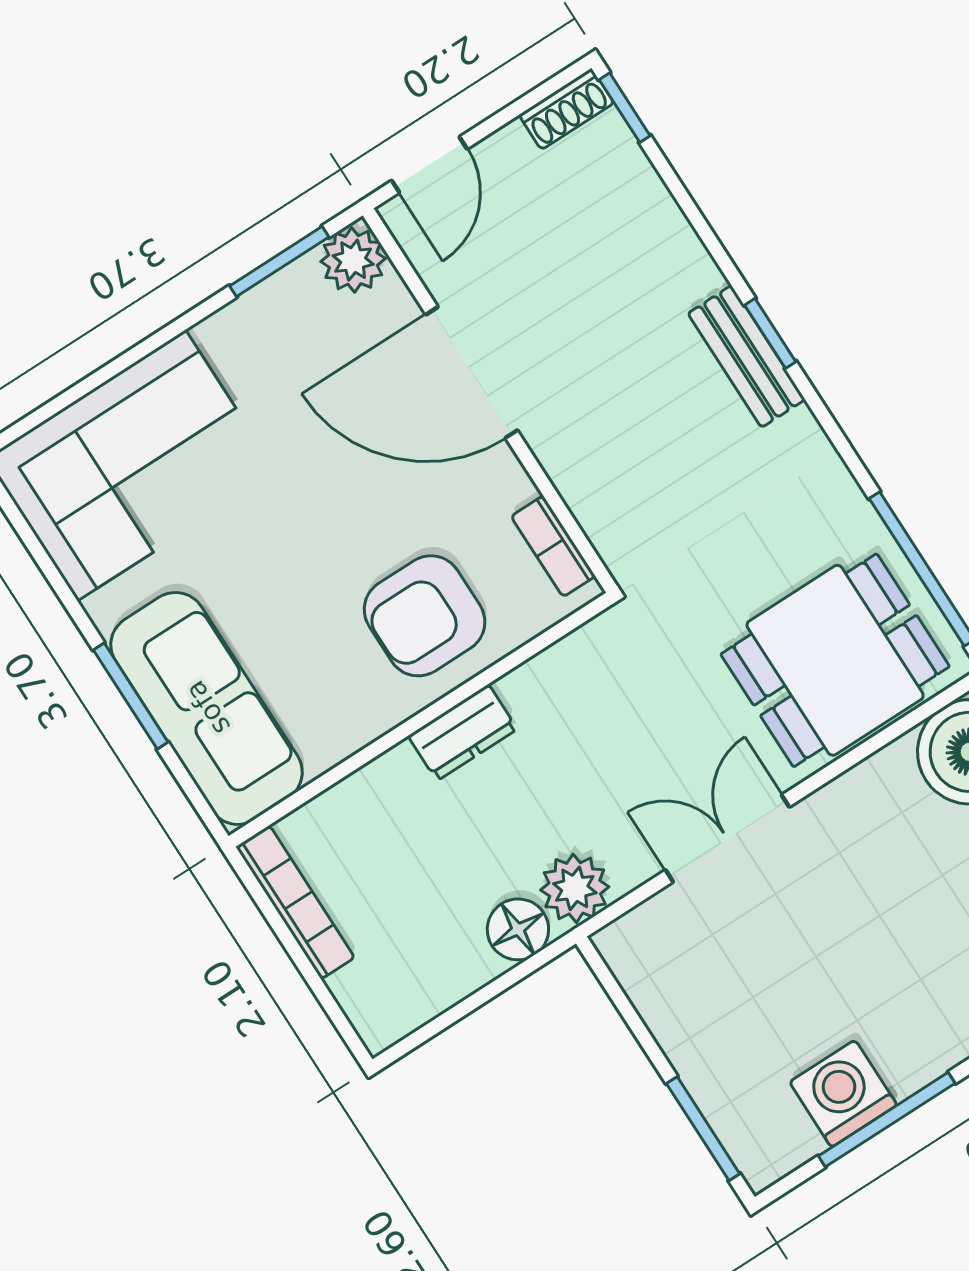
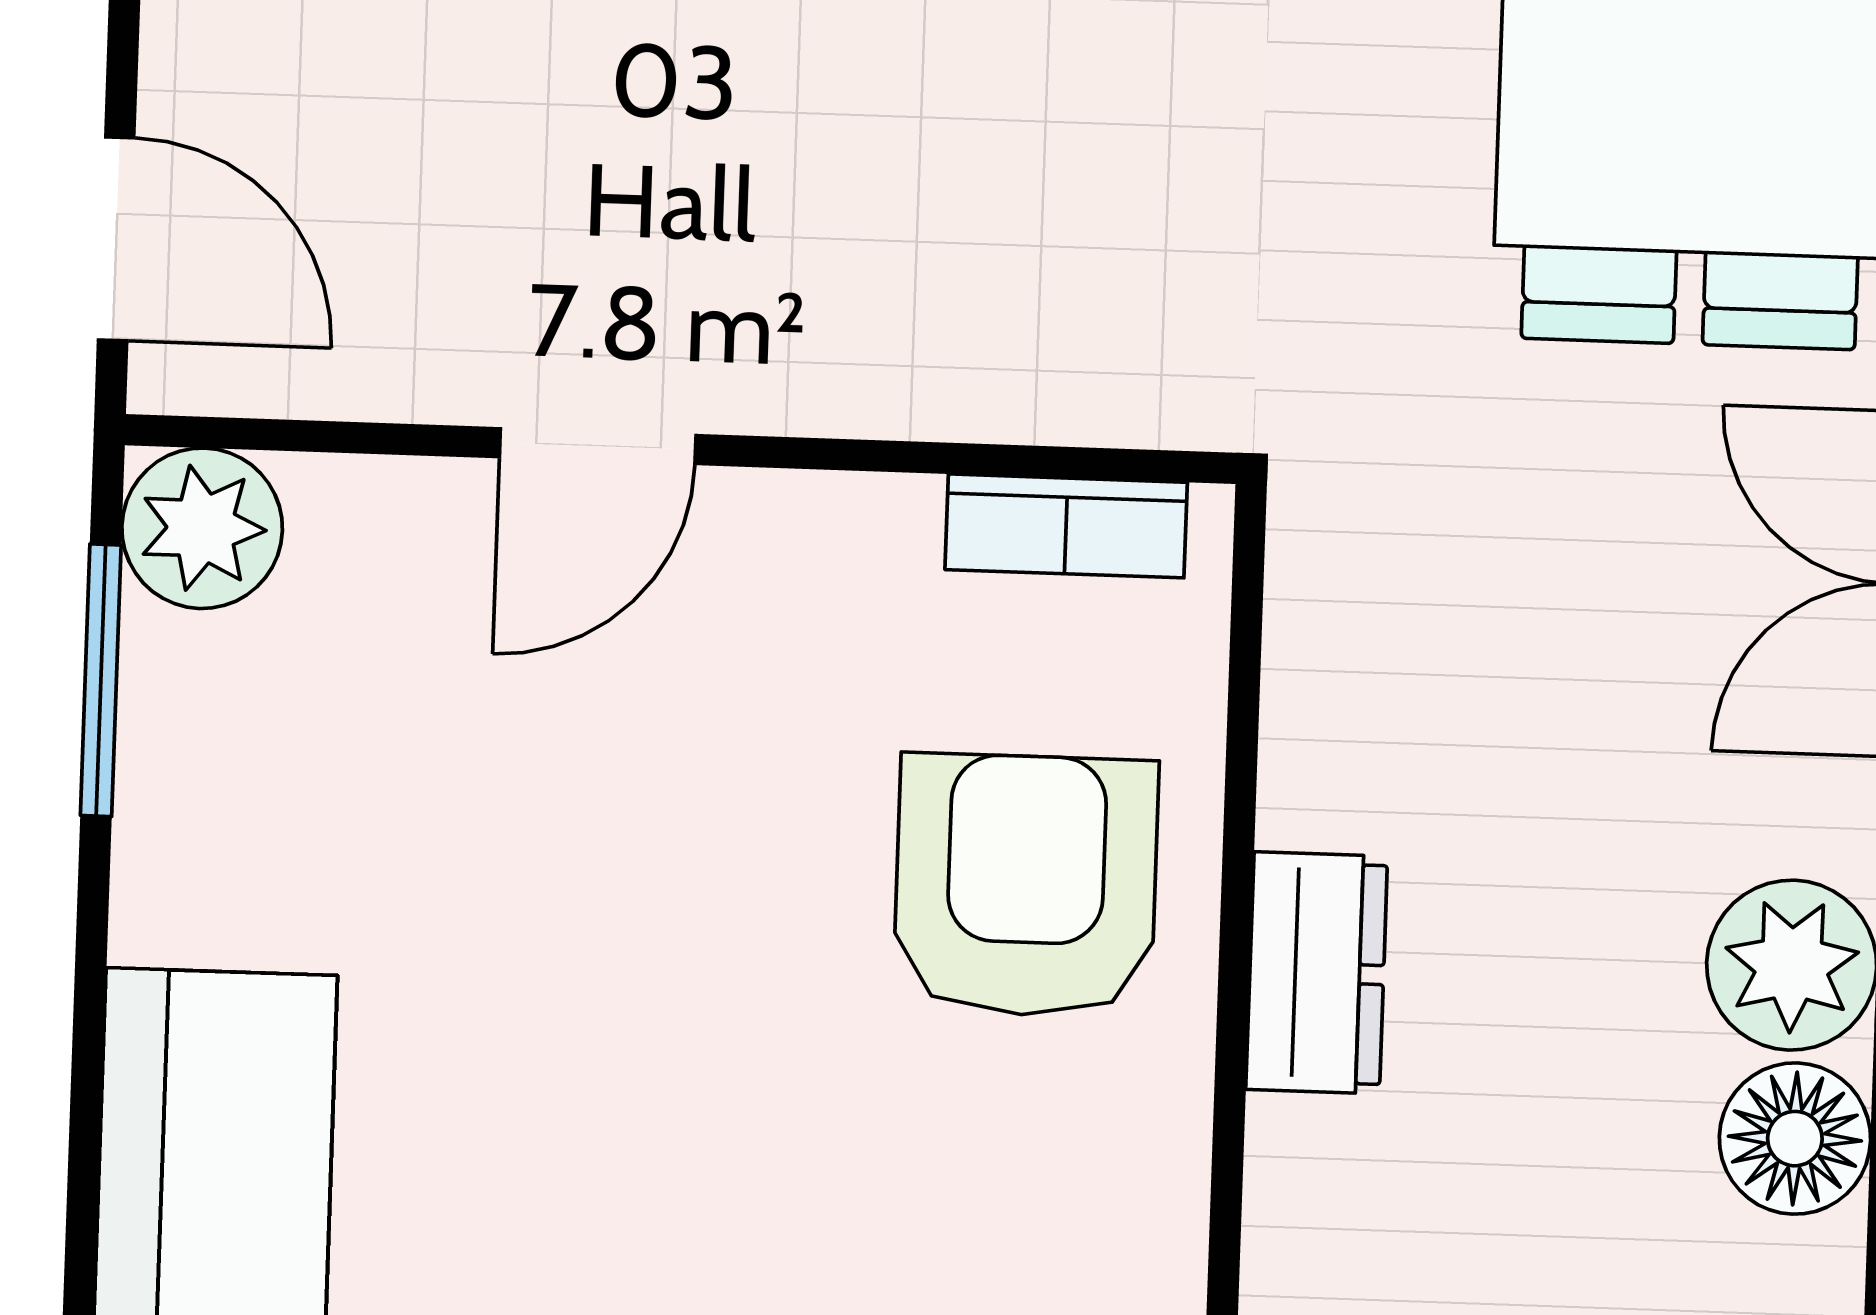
door: (472, 372) -> (598, 446), width x0.53
armchair: (425, 616) -> (1026, 885), turned 180

